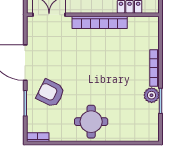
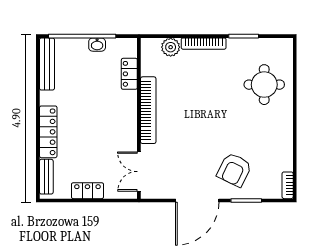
plant: (152, 95) -> (171, 47), moved
round table: (91, 122) -> (264, 85), moved

